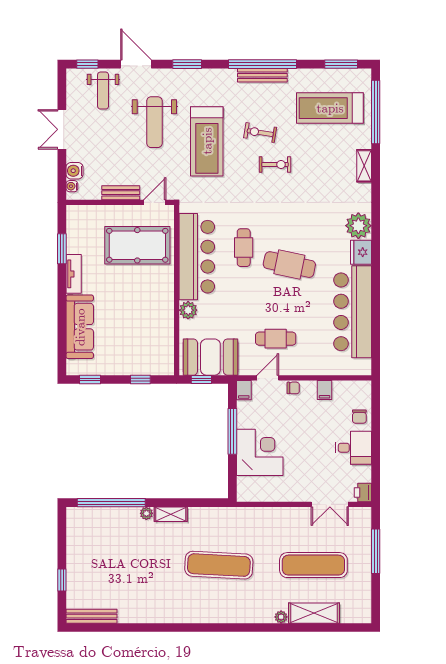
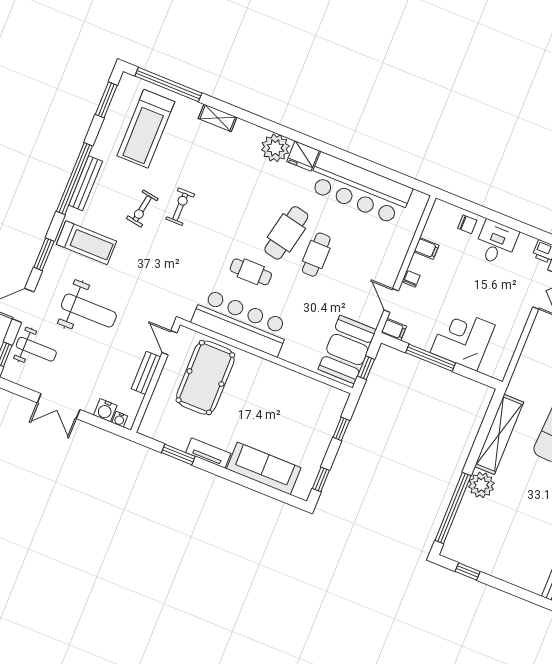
treadmill: (207, 141) -> (86, 243), moved, width x0.73, depth x0.73
plant: (188, 310) -> (291, 353), removed
cafe table: (276, 339) -> (316, 255), moved
plant: (146, 513) -> (481, 485), width x1.88, depth x1.88
shelving: (171, 514) -> (499, 434), width x2.20, depth x1.33
window: (62, 580) -> (468, 571), moved

